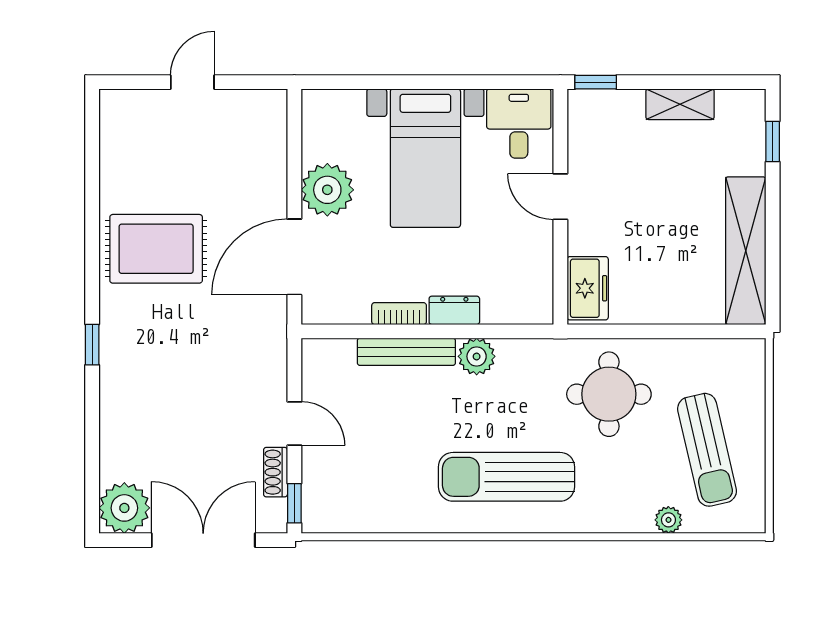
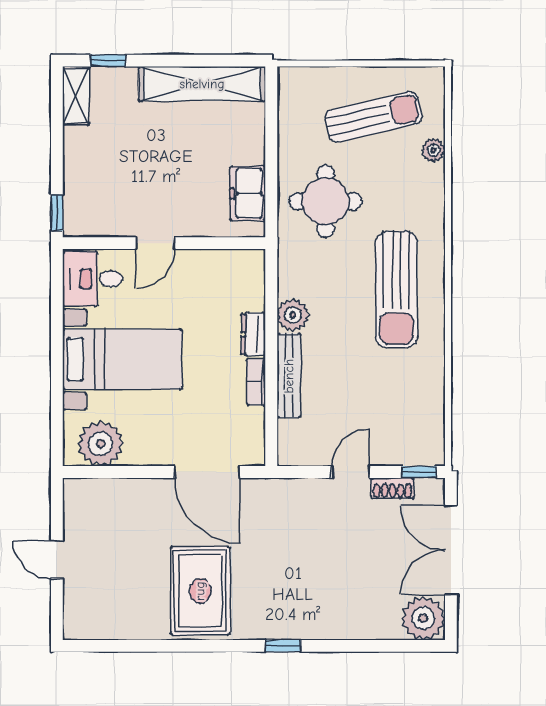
shelving: (680, 104) -> (76, 96), moved
plant: (327, 190) -> (101, 444), moved
freezer: (588, 288) -> (248, 193), moved, turned -90

